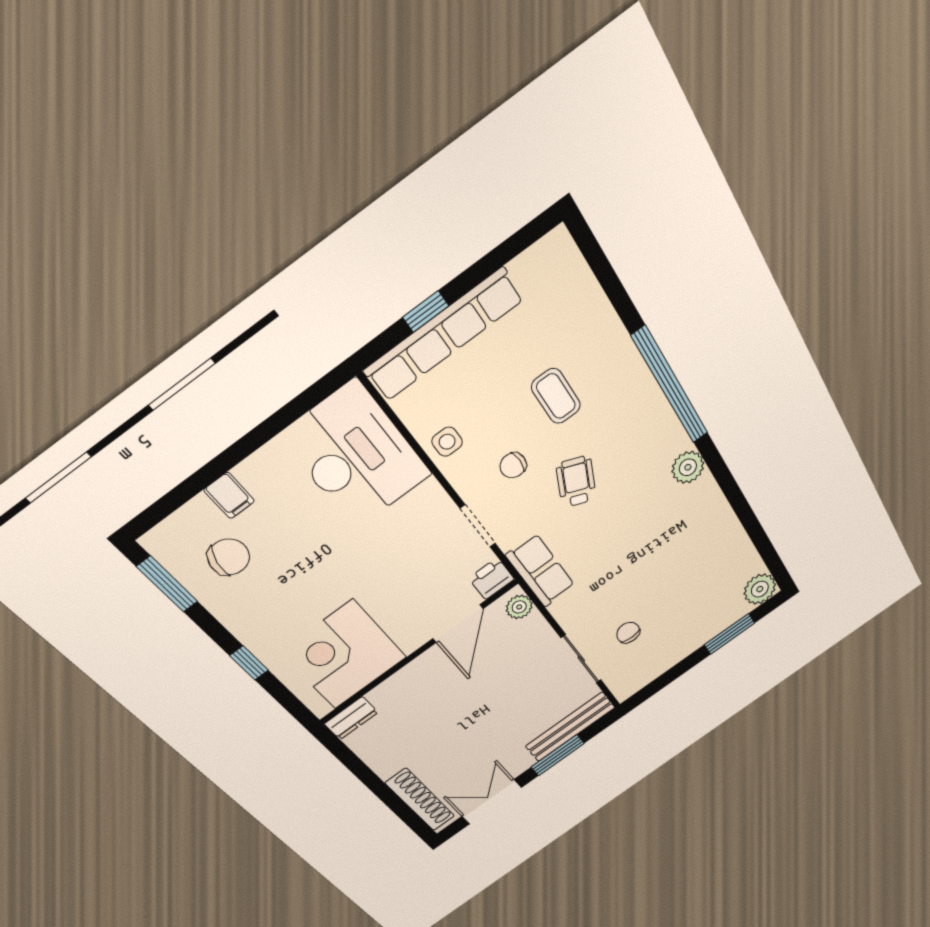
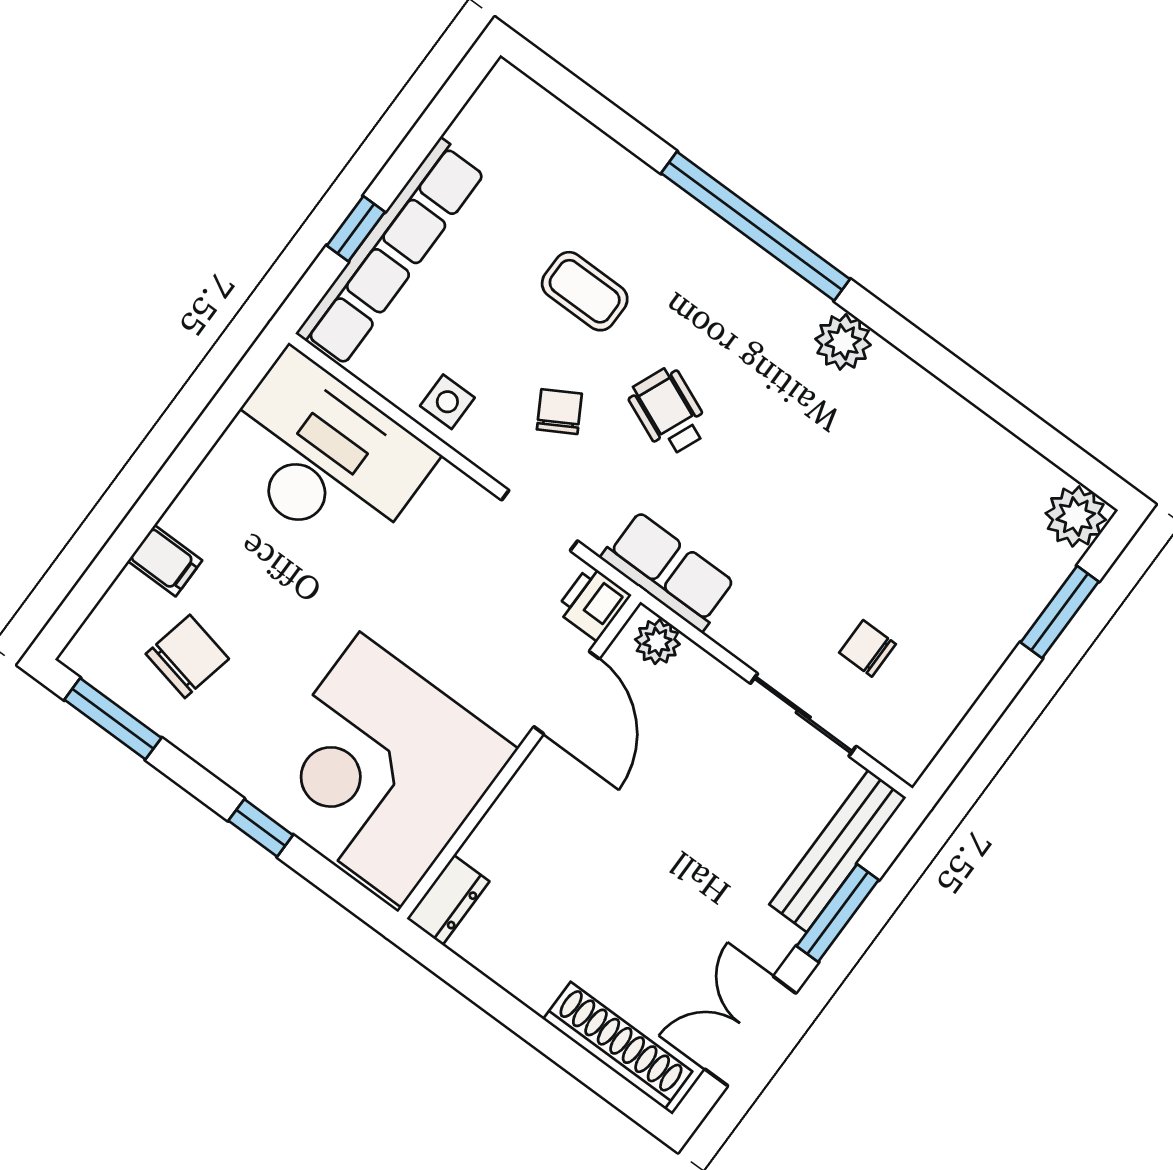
chair: (513, 465) -> (559, 412), turned 150
corner desk: (344, 655) -> (380, 769), width x1.36, depth x1.36

